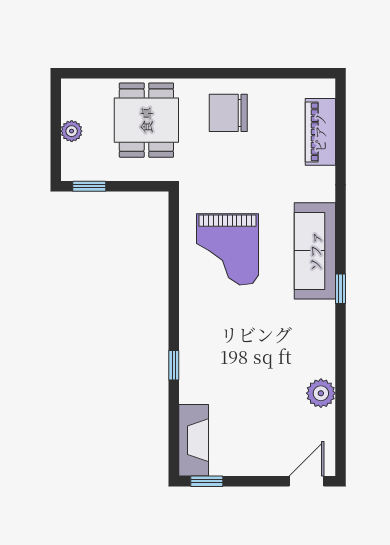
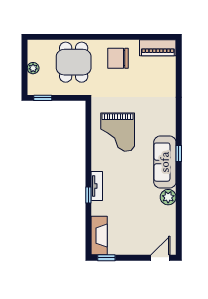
piano: (320, 132) -> (158, 48), moved, turned -90
sofa: (315, 251) -> (165, 162), moved
tv unit: (189, 349) -> (97, 186), added
plant: (321, 393) -> (168, 197), moved

